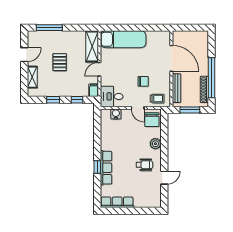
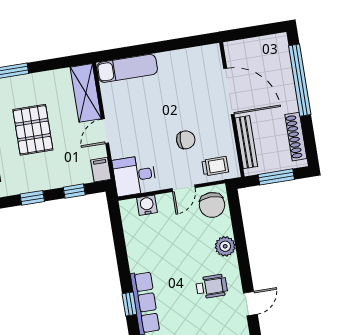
exam couch: (123, 39) -> (127, 68), width x0.73, depth x0.69
pallet: (60, 62) -> (33, 130), width x1.50, depth x1.42
window: (212, 78) -> (300, 80), moved
door: (138, 108) -> (184, 188), hinge flipped

